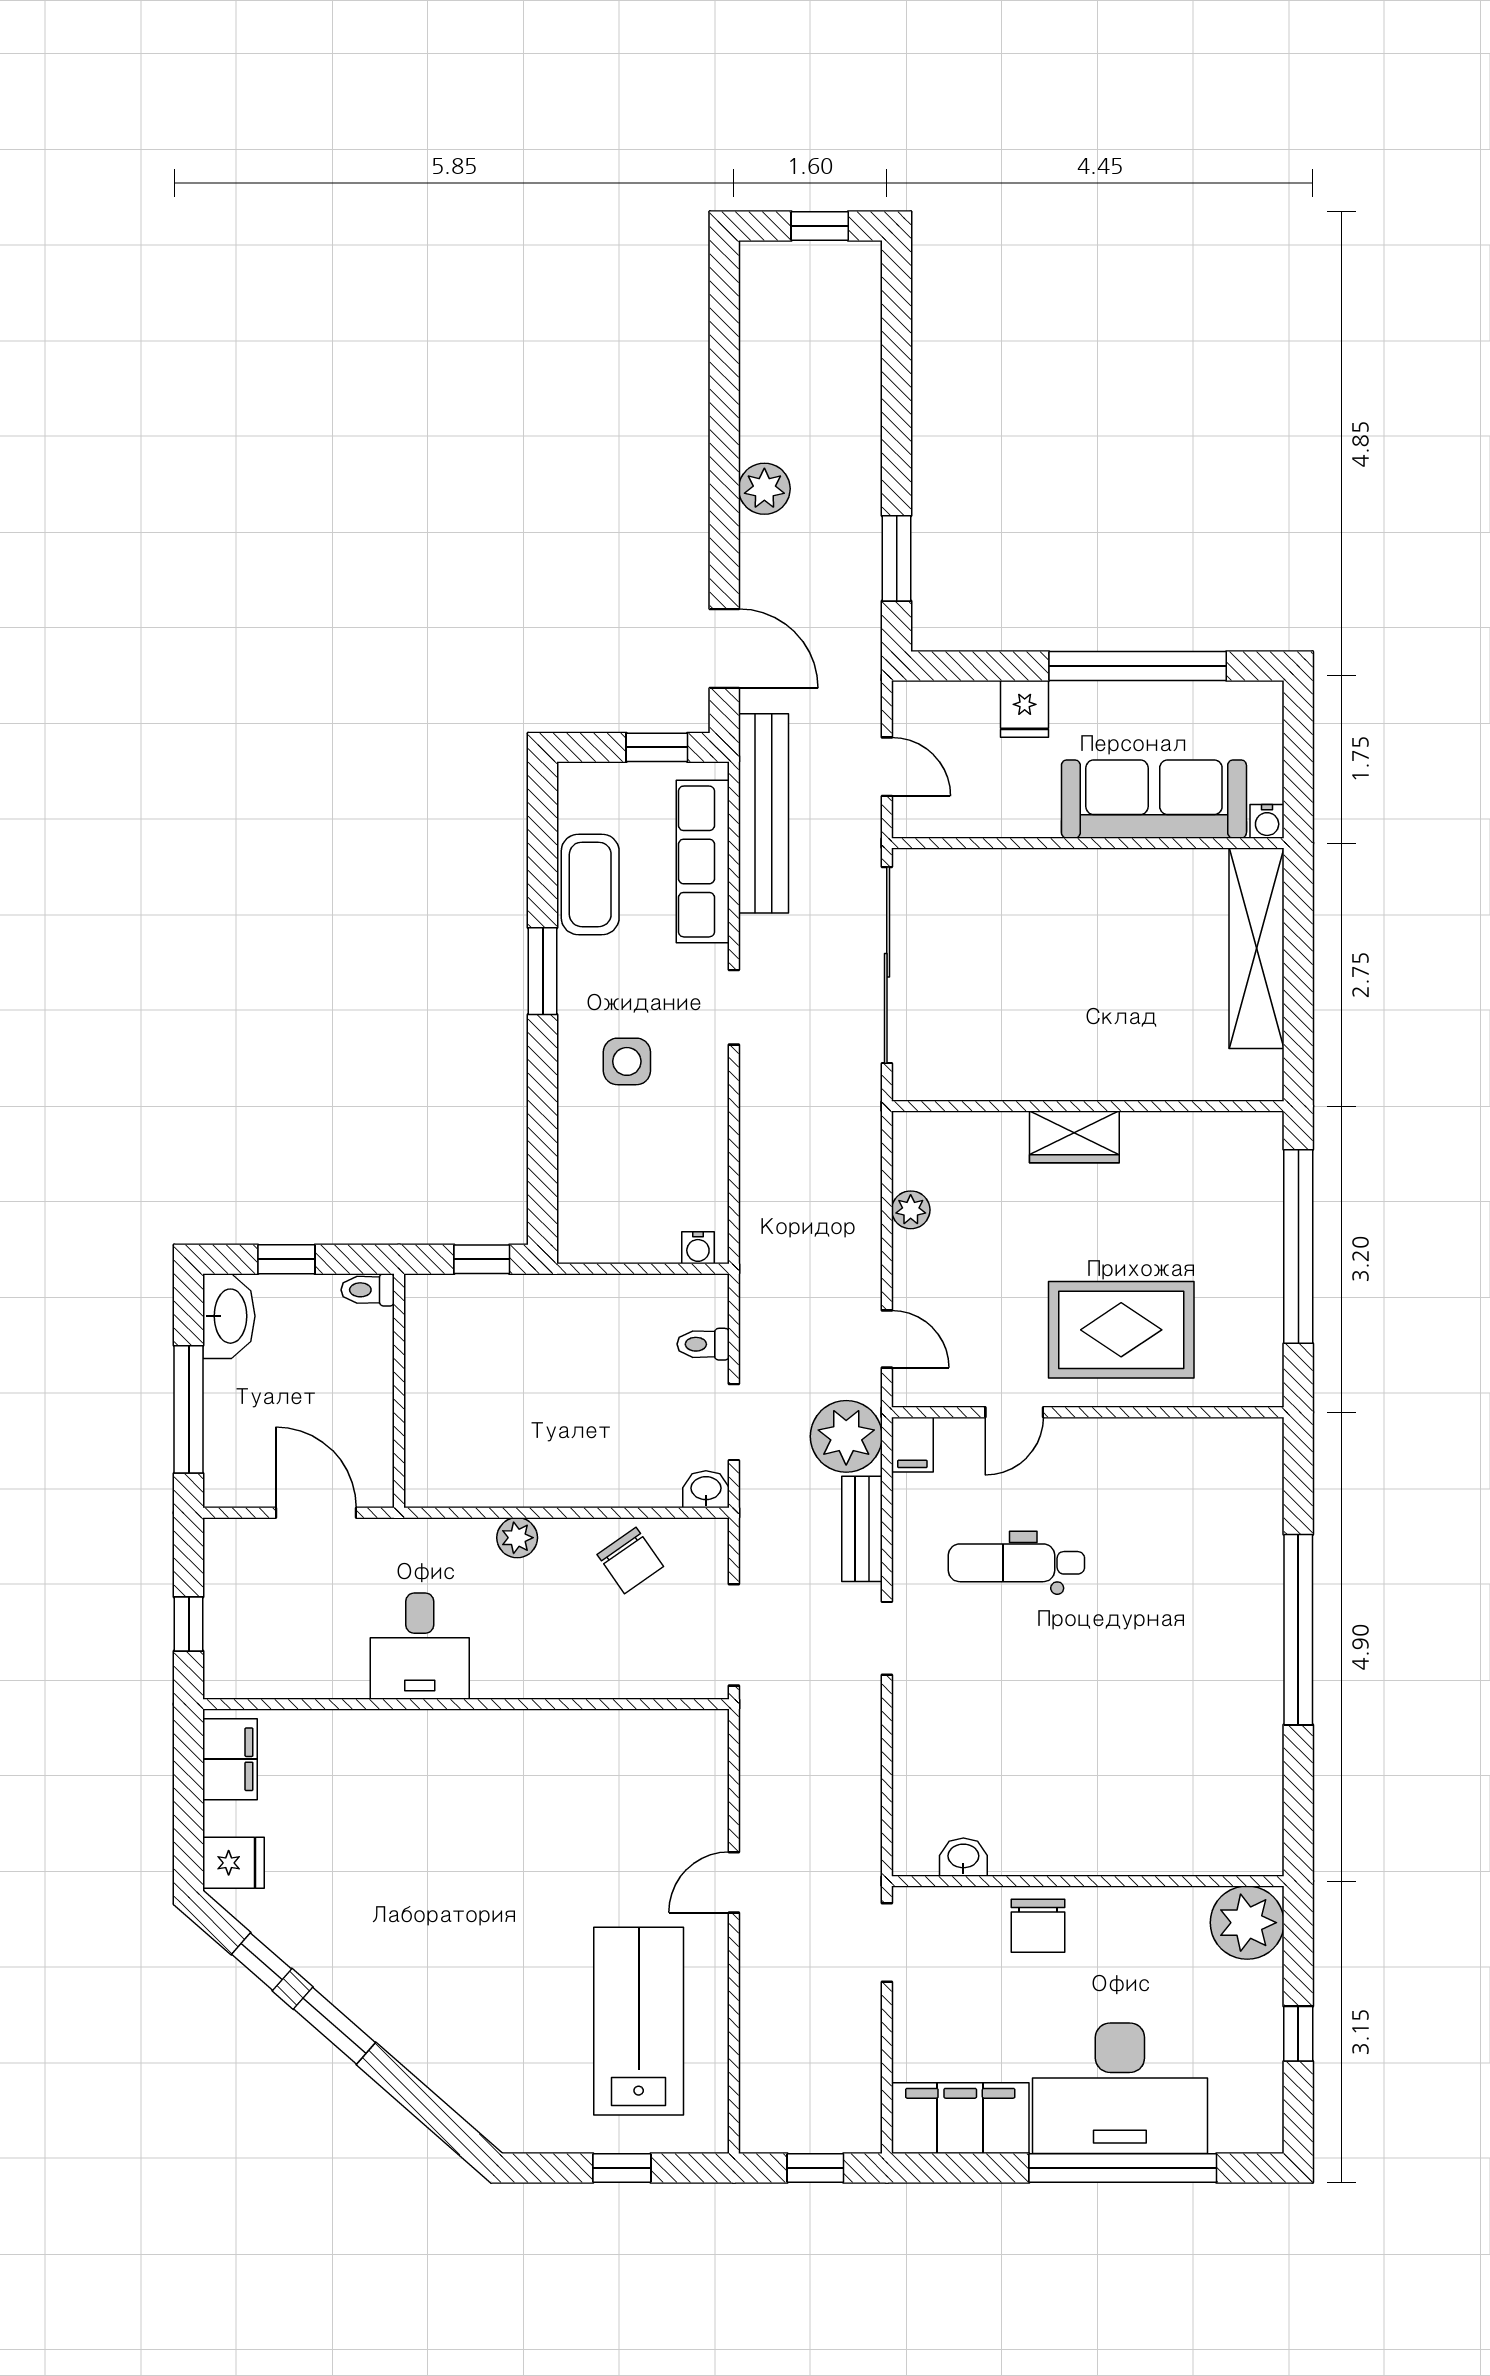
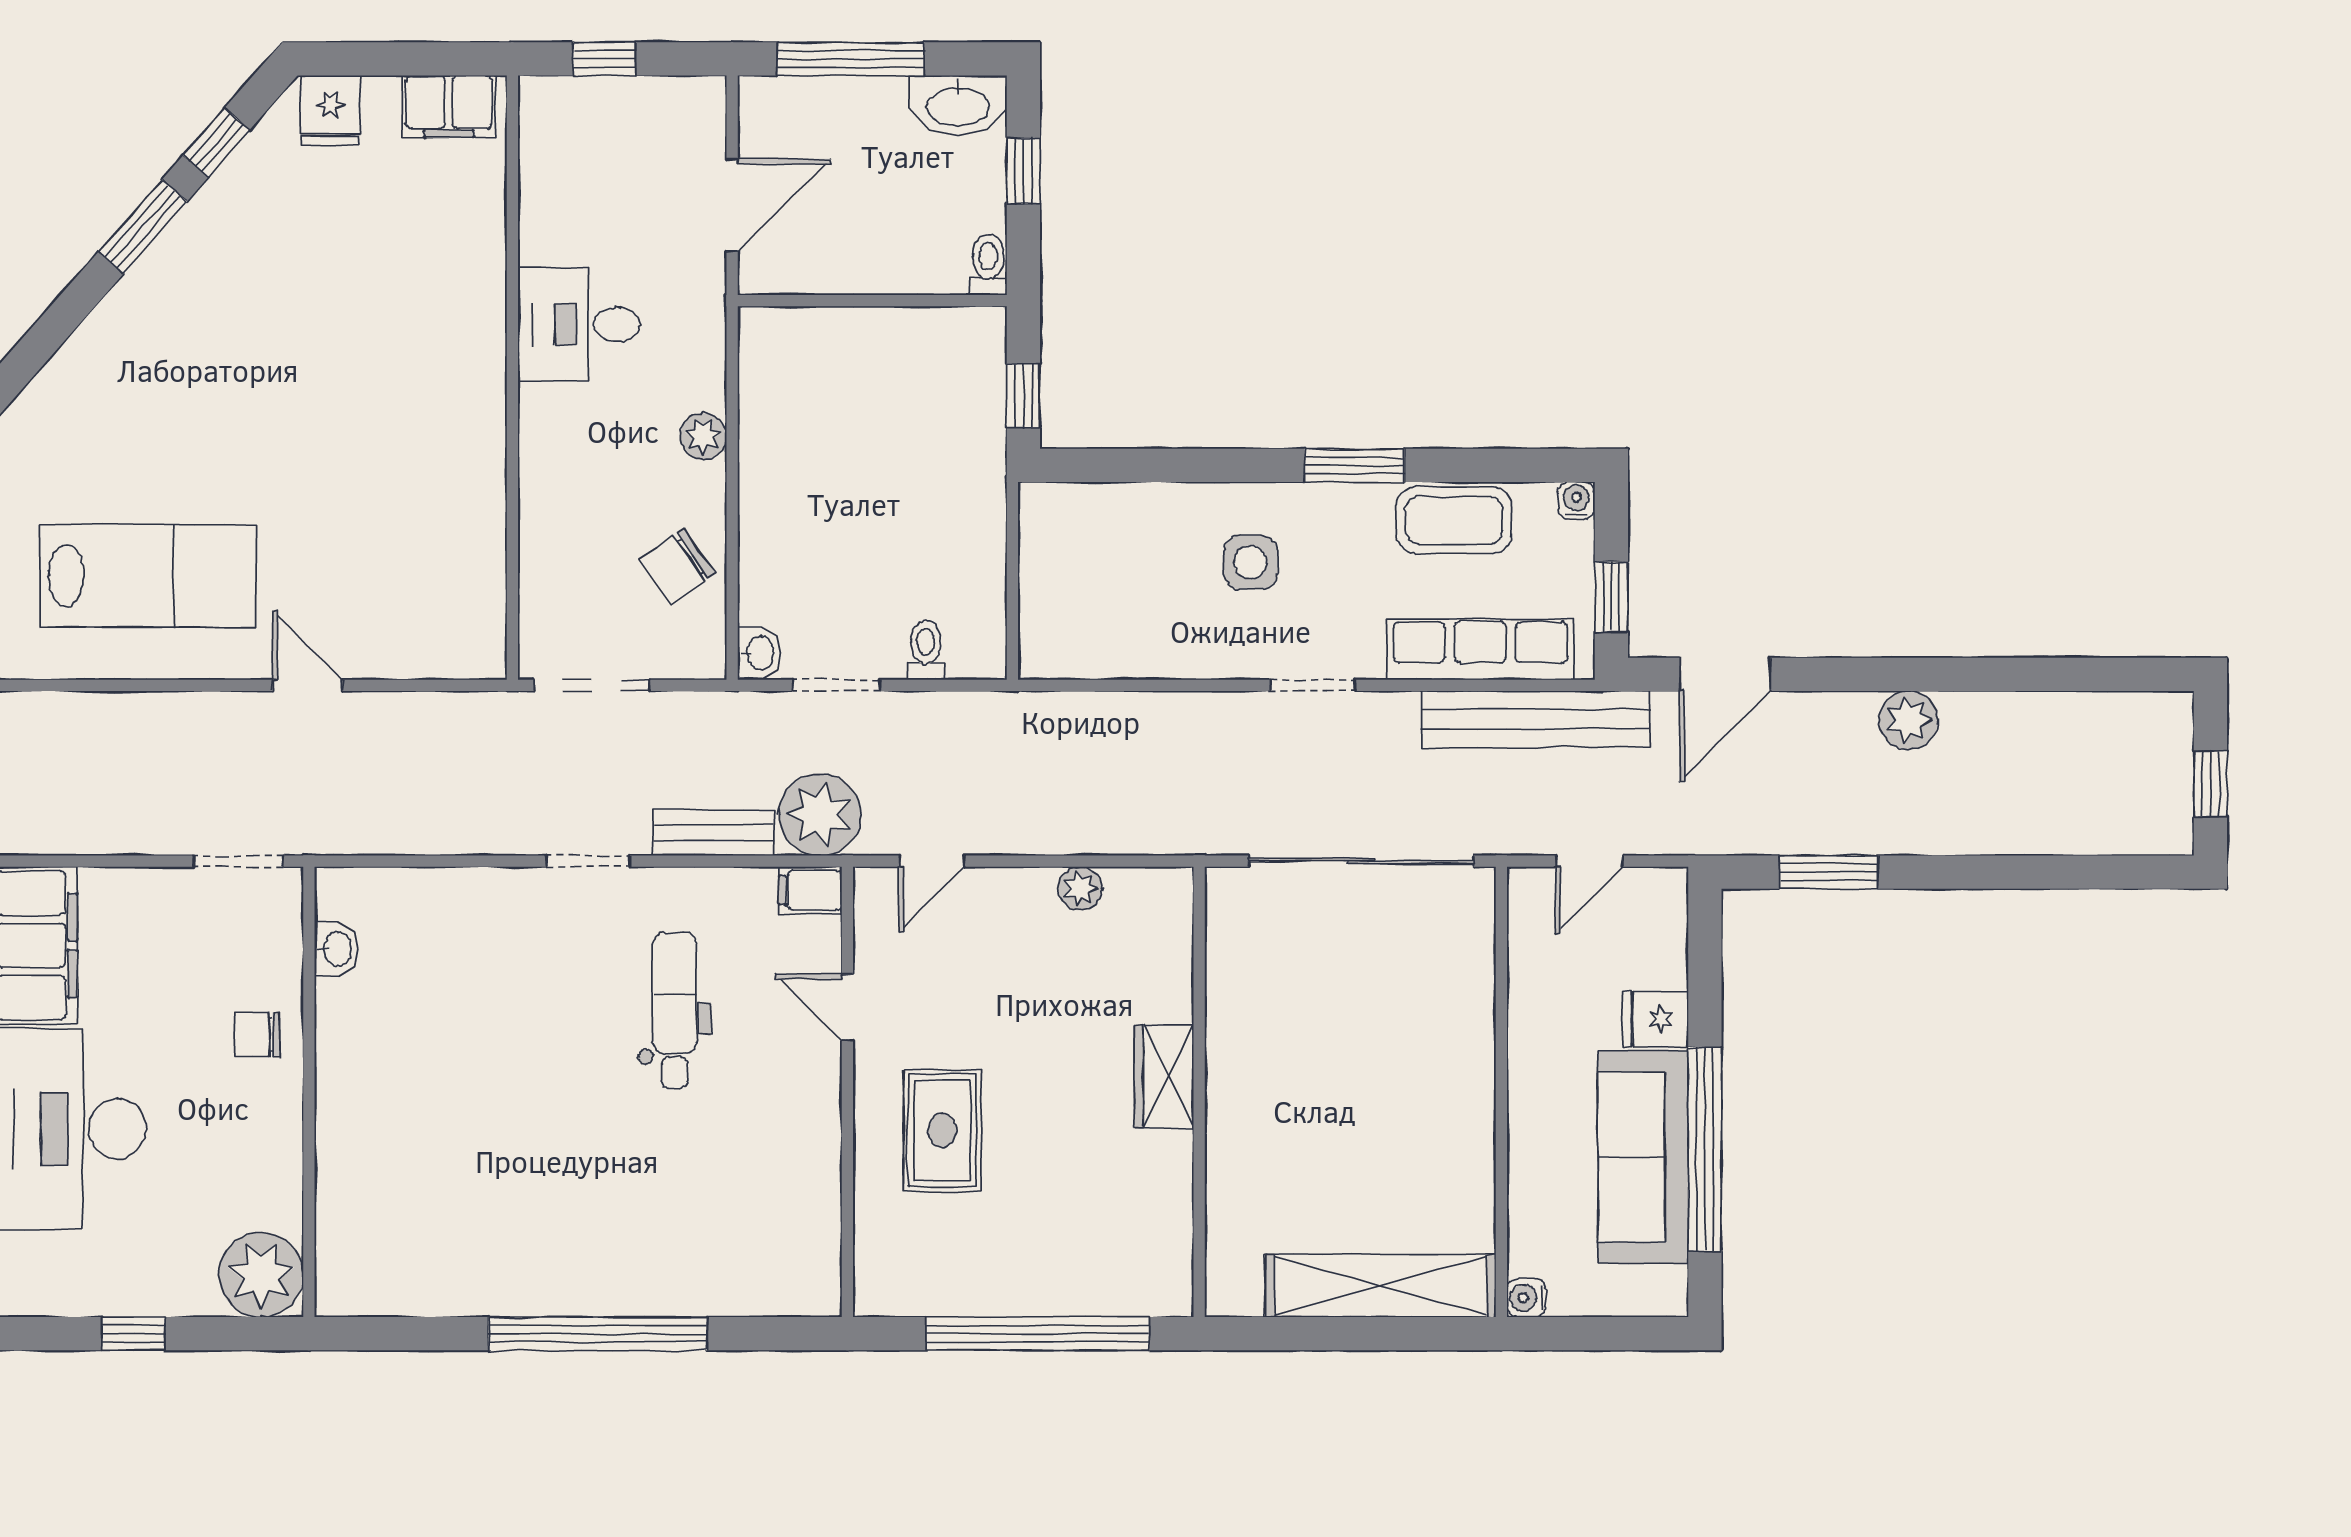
sofa: (1154, 799) -> (1643, 1157), moved, turned 180
water cooler: (698, 1248) -> (1576, 500), moved, turned 90
rug: (1121, 1330) -> (942, 1130), width x0.73, depth x0.70
chair: (1038, 1926) -> (258, 1035), width x0.73, depth x0.73

